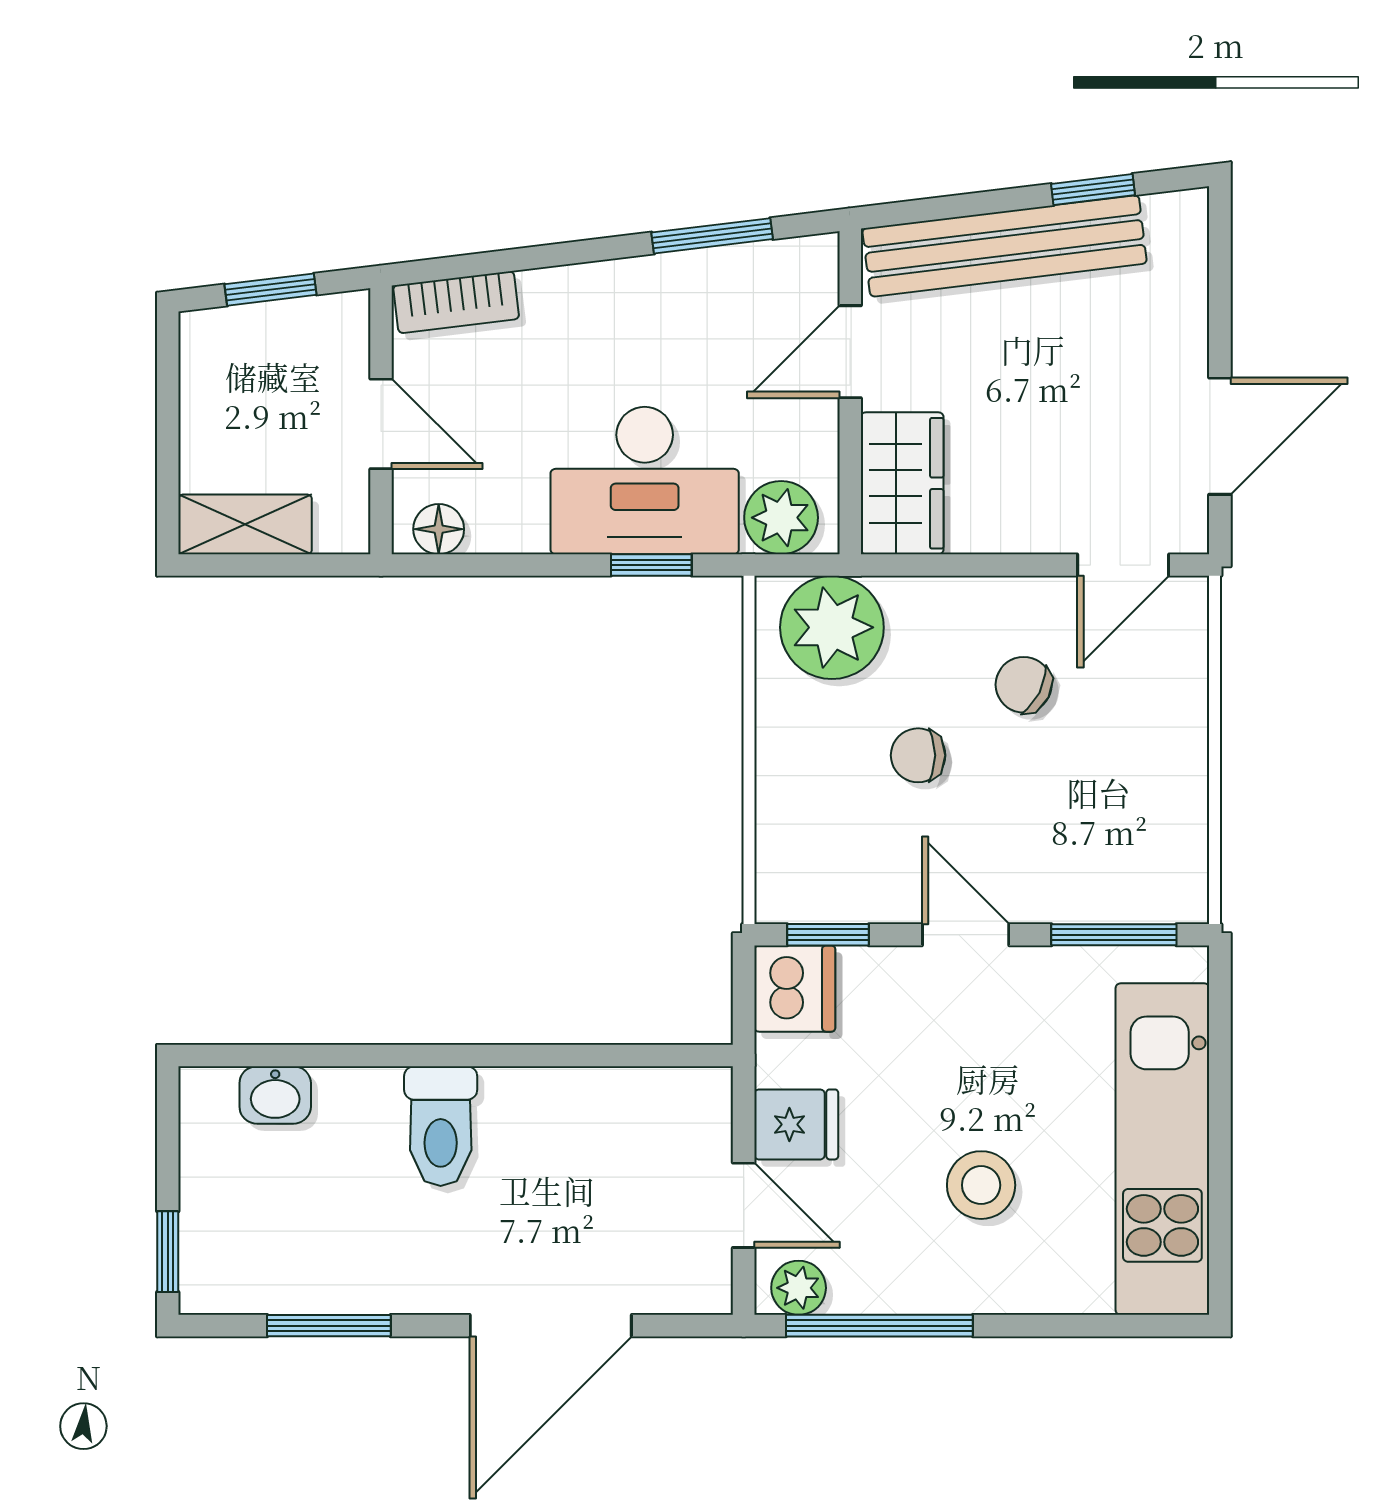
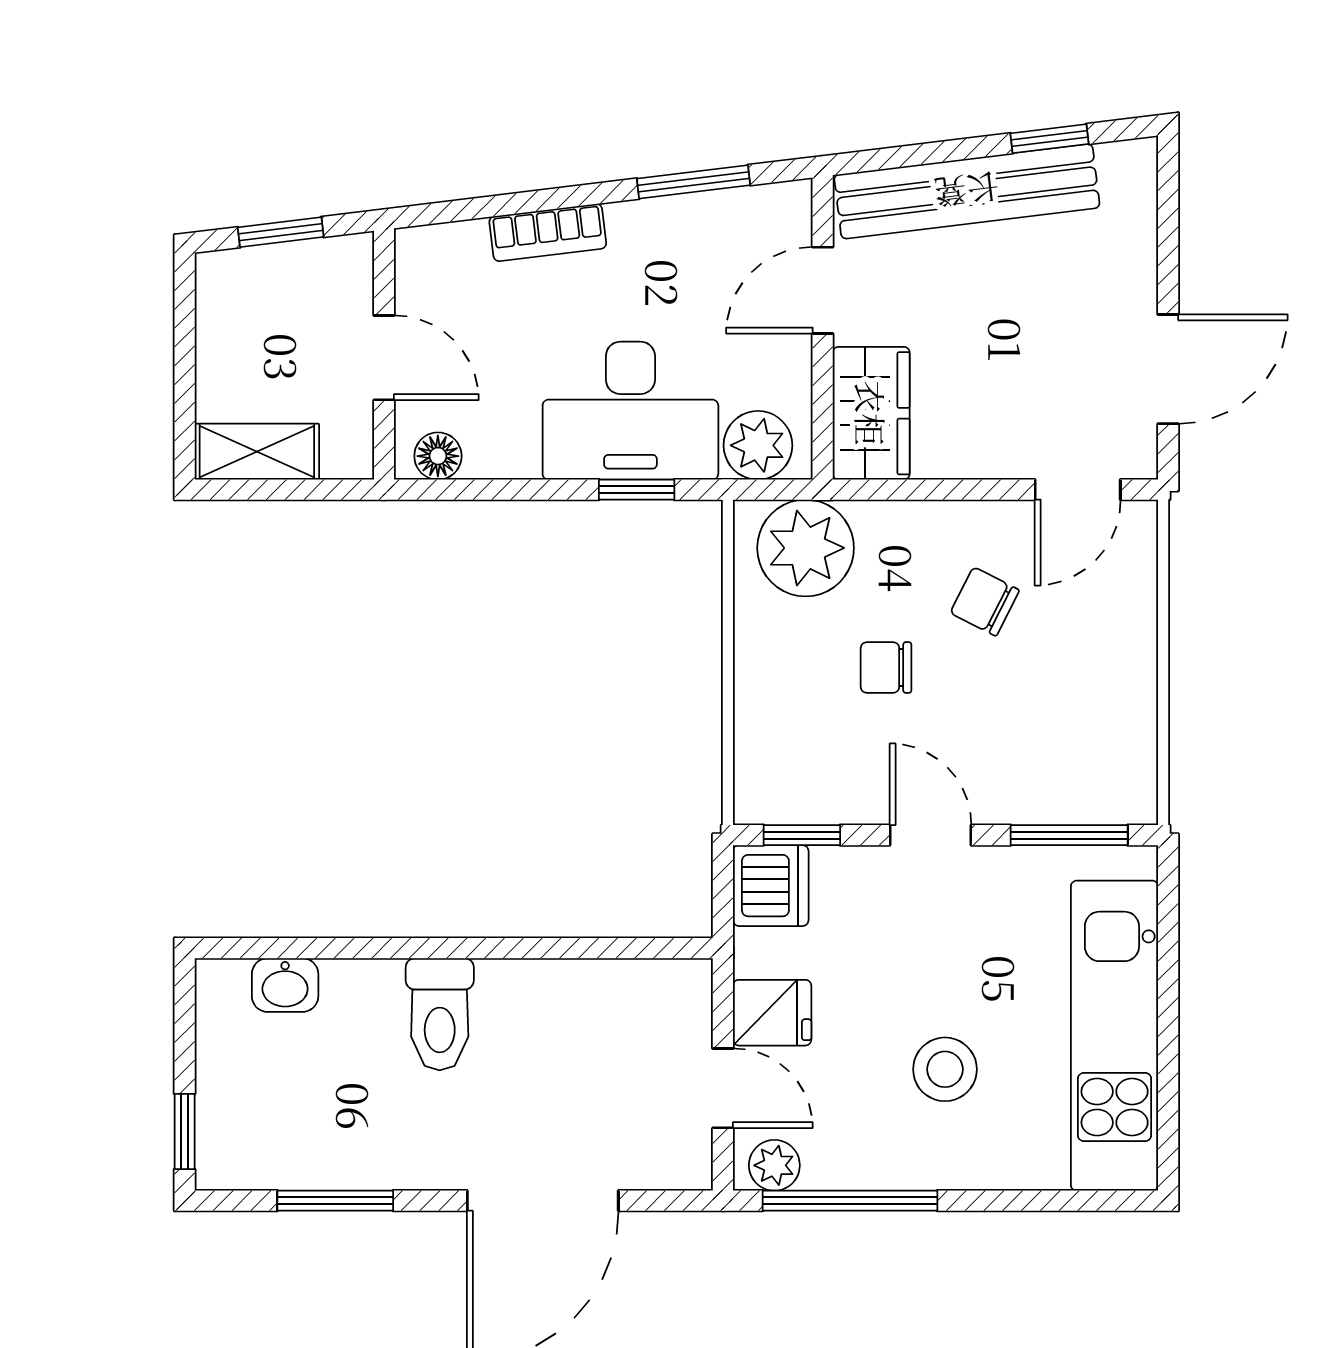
bookcase: (456, 302) -> (548, 233), moved

